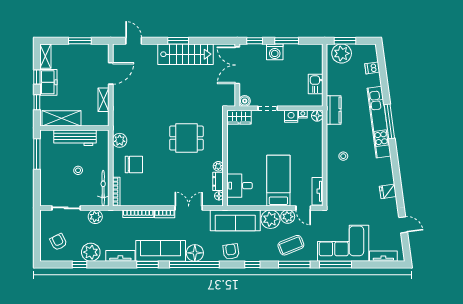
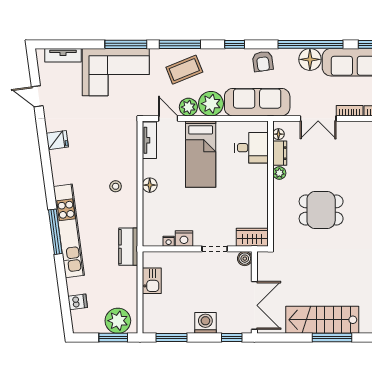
window: (178, 41) -> (332, 337), width x1.44
window: (287, 41) -> (171, 337), moved
floor lamp: (317, 116) -> (150, 185), moved

